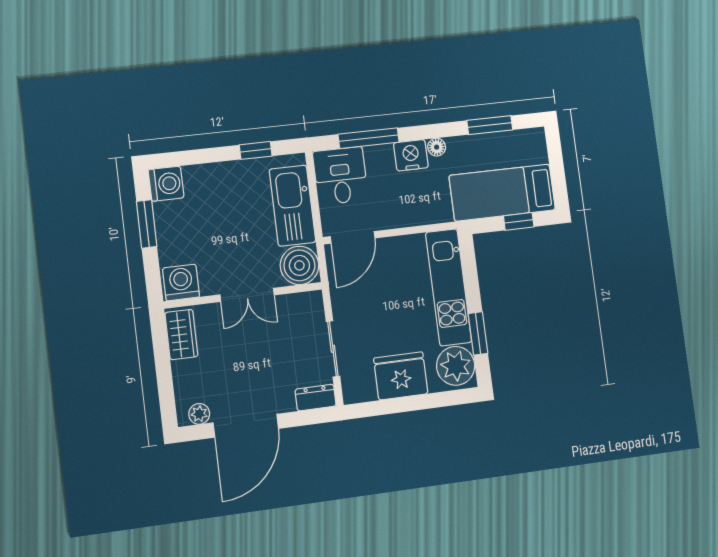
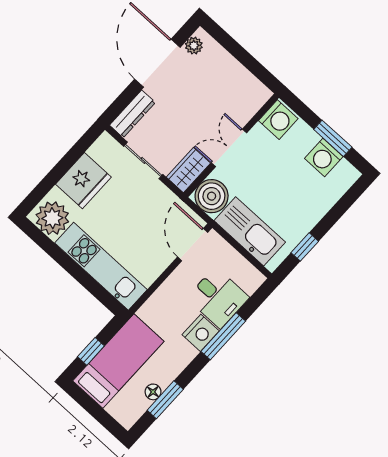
window: (369, 138) -> (223, 336), moved
floor lamp: (437, 147) -> (153, 392), moved
desk: (340, 176) -> (218, 298), moved
washing machine: (166, 184) -> (324, 157), moved
window: (478, 333) -> (55, 252), removed
wardrobe: (181, 335) -> (188, 170), moved, turned 90
dresser: (316, 398) -> (132, 114), width x1.44

